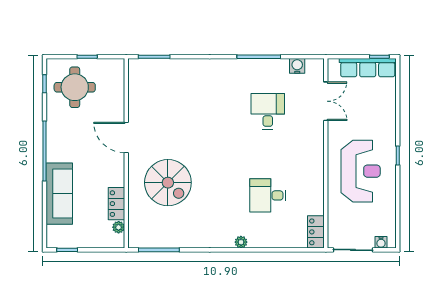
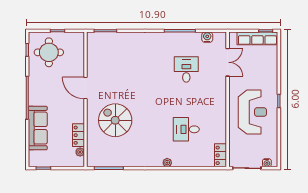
spiral stairs: (168, 183) -> (115, 120), turned 180

